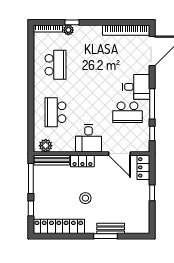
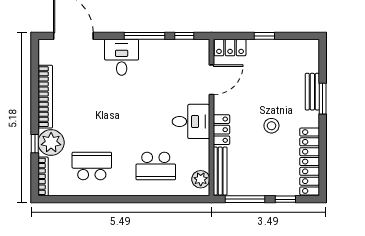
plant: (68, 30) -> (51, 143), width x1.87, depth x1.87
bookcase: (126, 30) -> (45, 97), moved
school desk: (127, 112) -> (156, 69), removed

